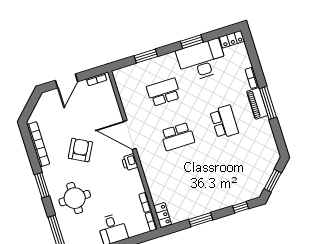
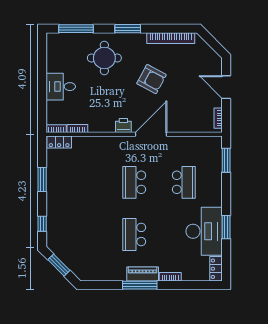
window: (146, 56) -> (226, 160), moved
school desk: (224, 122) -> (134, 234), turned 90

